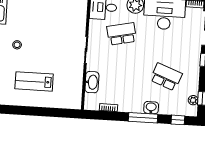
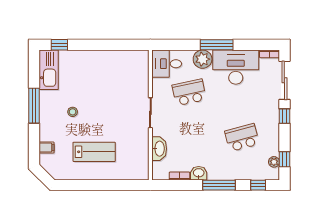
school desk: (166, 77) -> (242, 138), turned -36
lab bench: (34, 81) -> (94, 152), turned 180
washbasin: (151, 108) -> (199, 173), moved

